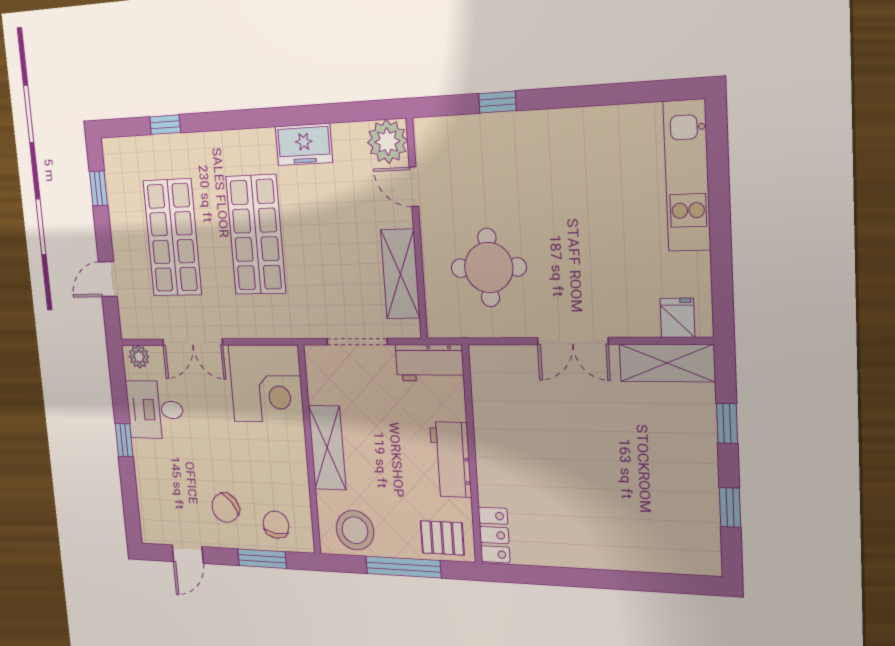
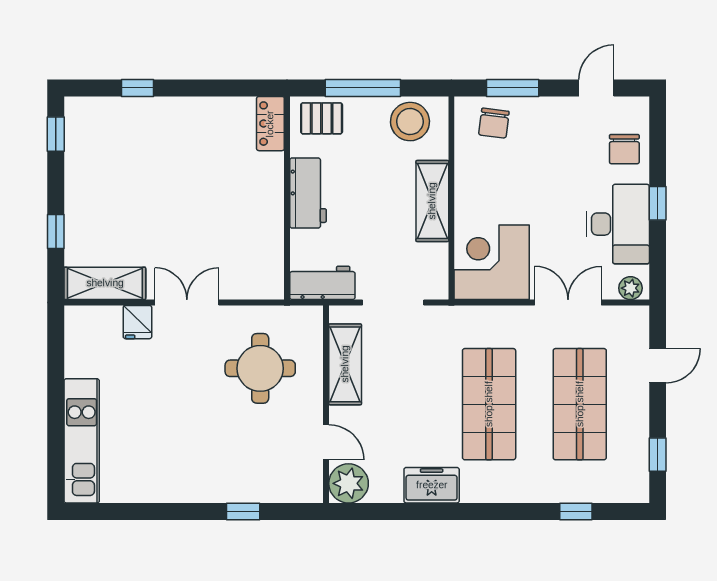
fridge: (677, 318) -> (137, 322), moved
desk: (155, 410) -> (618, 224), width x1.37
window: (730, 507) -> (56, 134), moved
chair: (226, 508) -> (624, 149), moved, turned 129
window: (639, 581) -> (137, 88), added

